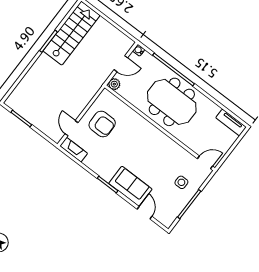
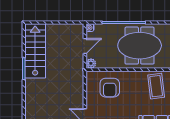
armchair: (102, 124) -> (110, 88), moved, turned 90
coffee table: (158, 151) -> (156, 86), added

